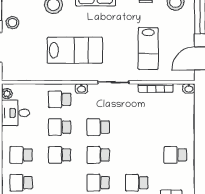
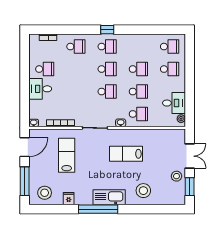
lab bench: (75, 50) -> (126, 154), width x0.73, depth x0.72
desk: (181, 130) -> (40, 89), added

